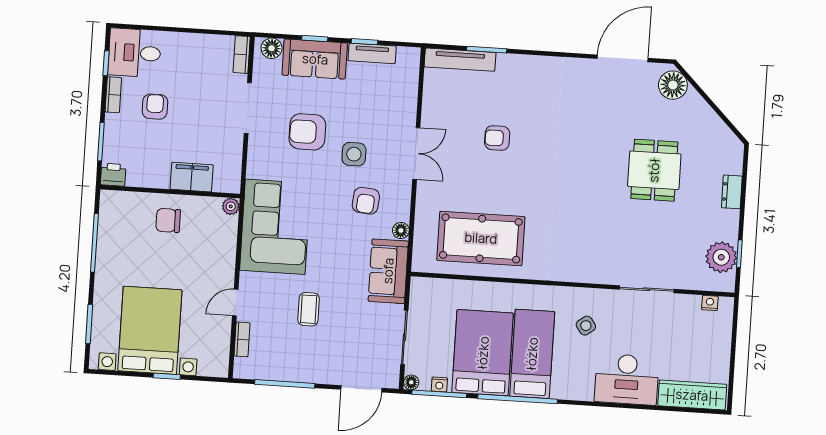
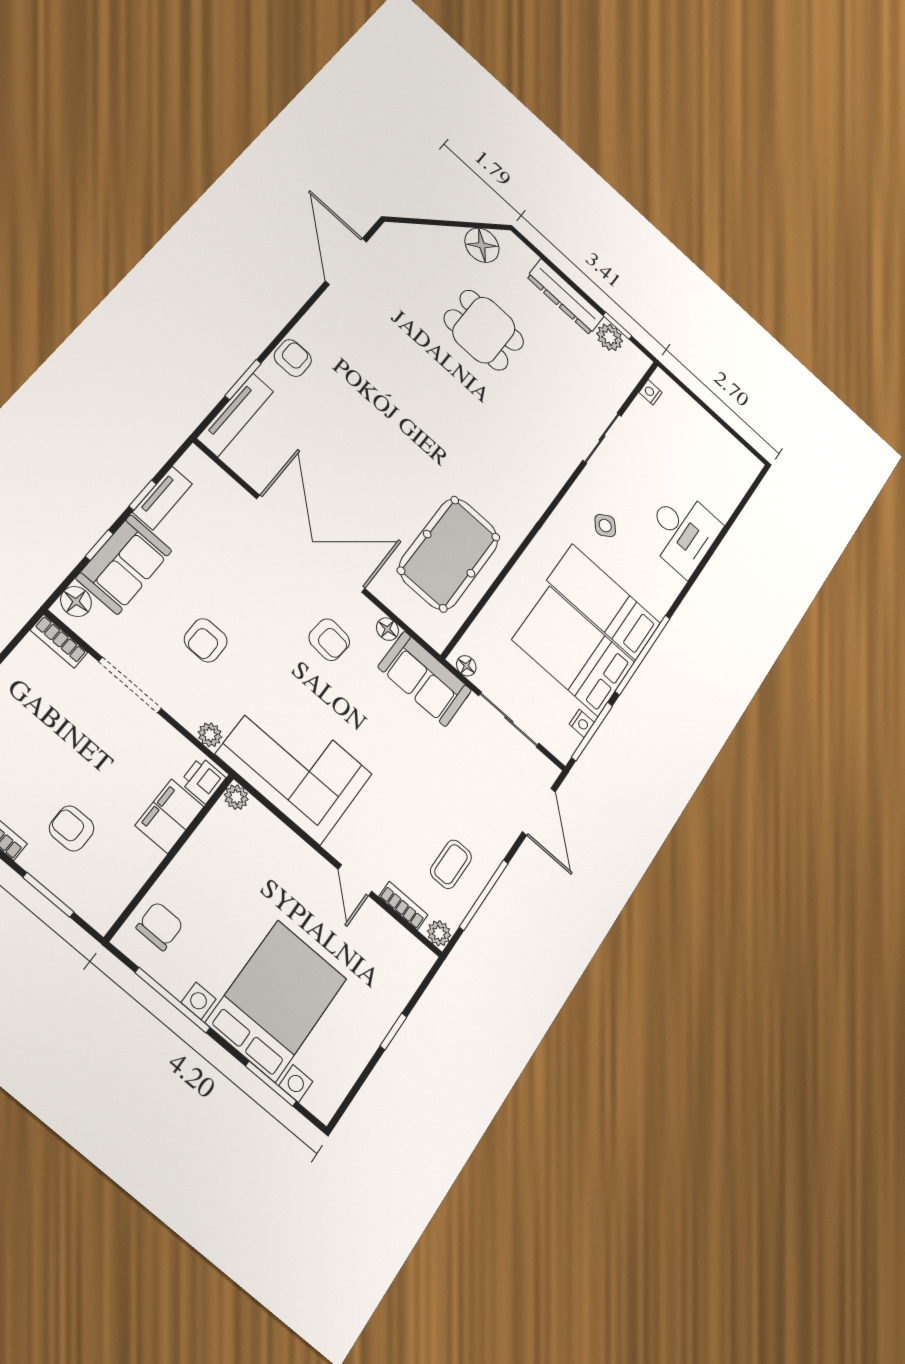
floor lamp: (673, 85) -> (482, 245), moved
armchair: (155, 107) -> (72, 828), moved
armchair: (307, 132) -> (206, 640), width x0.72, depth x0.72
armchair: (497, 138) -> (293, 358), moved, turned 180
double door: (416, 153) -> (311, 544), width x1.87
side table: (354, 154) -> (267, 610), removed
plant: (255, 169) -> (210, 735), added
printer: (113, 175) -> (203, 780), moved
dresser: (732, 192) -> (565, 297), width x1.96, depth x1.24
chair: (168, 220) -> (160, 926), moved, turned 180
plant: (721, 257) -> (610, 337), width x0.73, depth x0.73
coffee table: (309, 309) -> (451, 864), moved, turned 90
bed with nightstands: (150, 330) -> (277, 1000), moved, turned 90
plant: (242, 370) -> (439, 933), added
floor lamp: (411, 382) -> (466, 666), moved
wardrobe: (692, 395) -> (733, 484), removed

